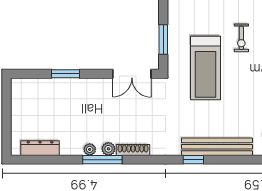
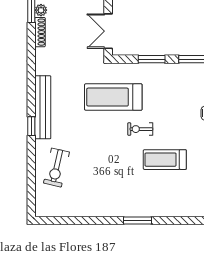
window: (163, 39) -> (152, 59), moved
window: (193, 160) -> (31, 126), moved

